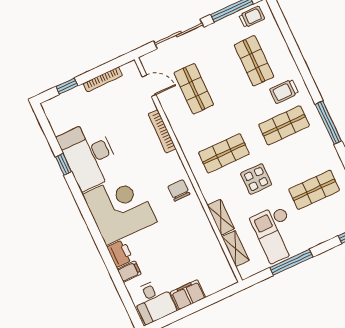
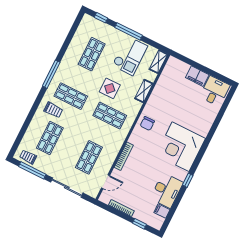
door: (149, 86) -> (106, 182), swing flipped
desk: (89, 155) -> (167, 190), width x0.73, depth x0.77
window: (63, 164) -> (188, 180), moved
shop shelf: (314, 190) -> (92, 54), turned 90
shelving: (235, 249) -> (158, 62), moved
printer: (120, 253) -> (204, 128), removed
window: (291, 262) -> (129, 31), moved
filing cabinet: (129, 272) -> (162, 211), moved

